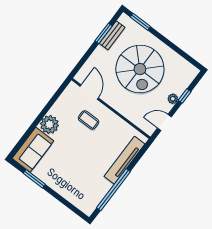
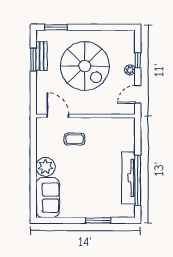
tv unit: (124, 160) -> (128, 178), moved
window: (34, 179) -> (98, 220), moved

